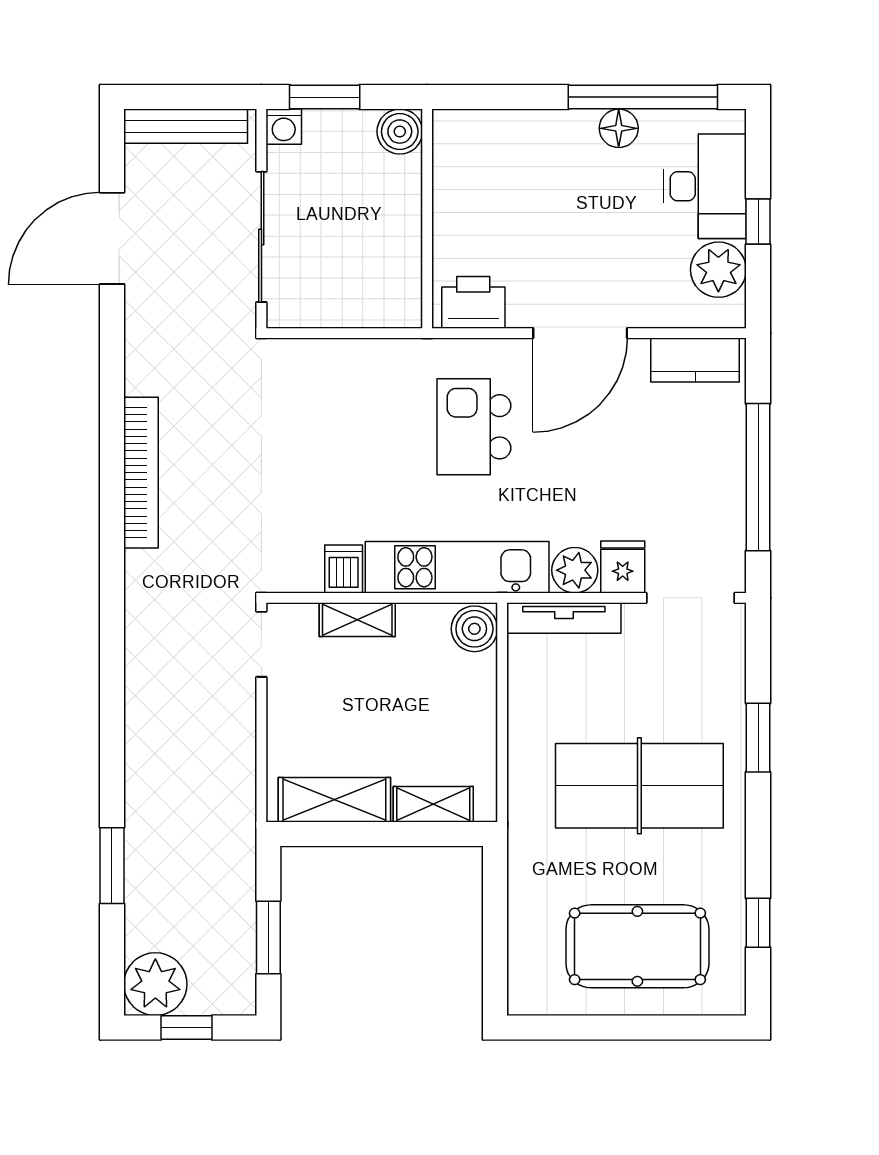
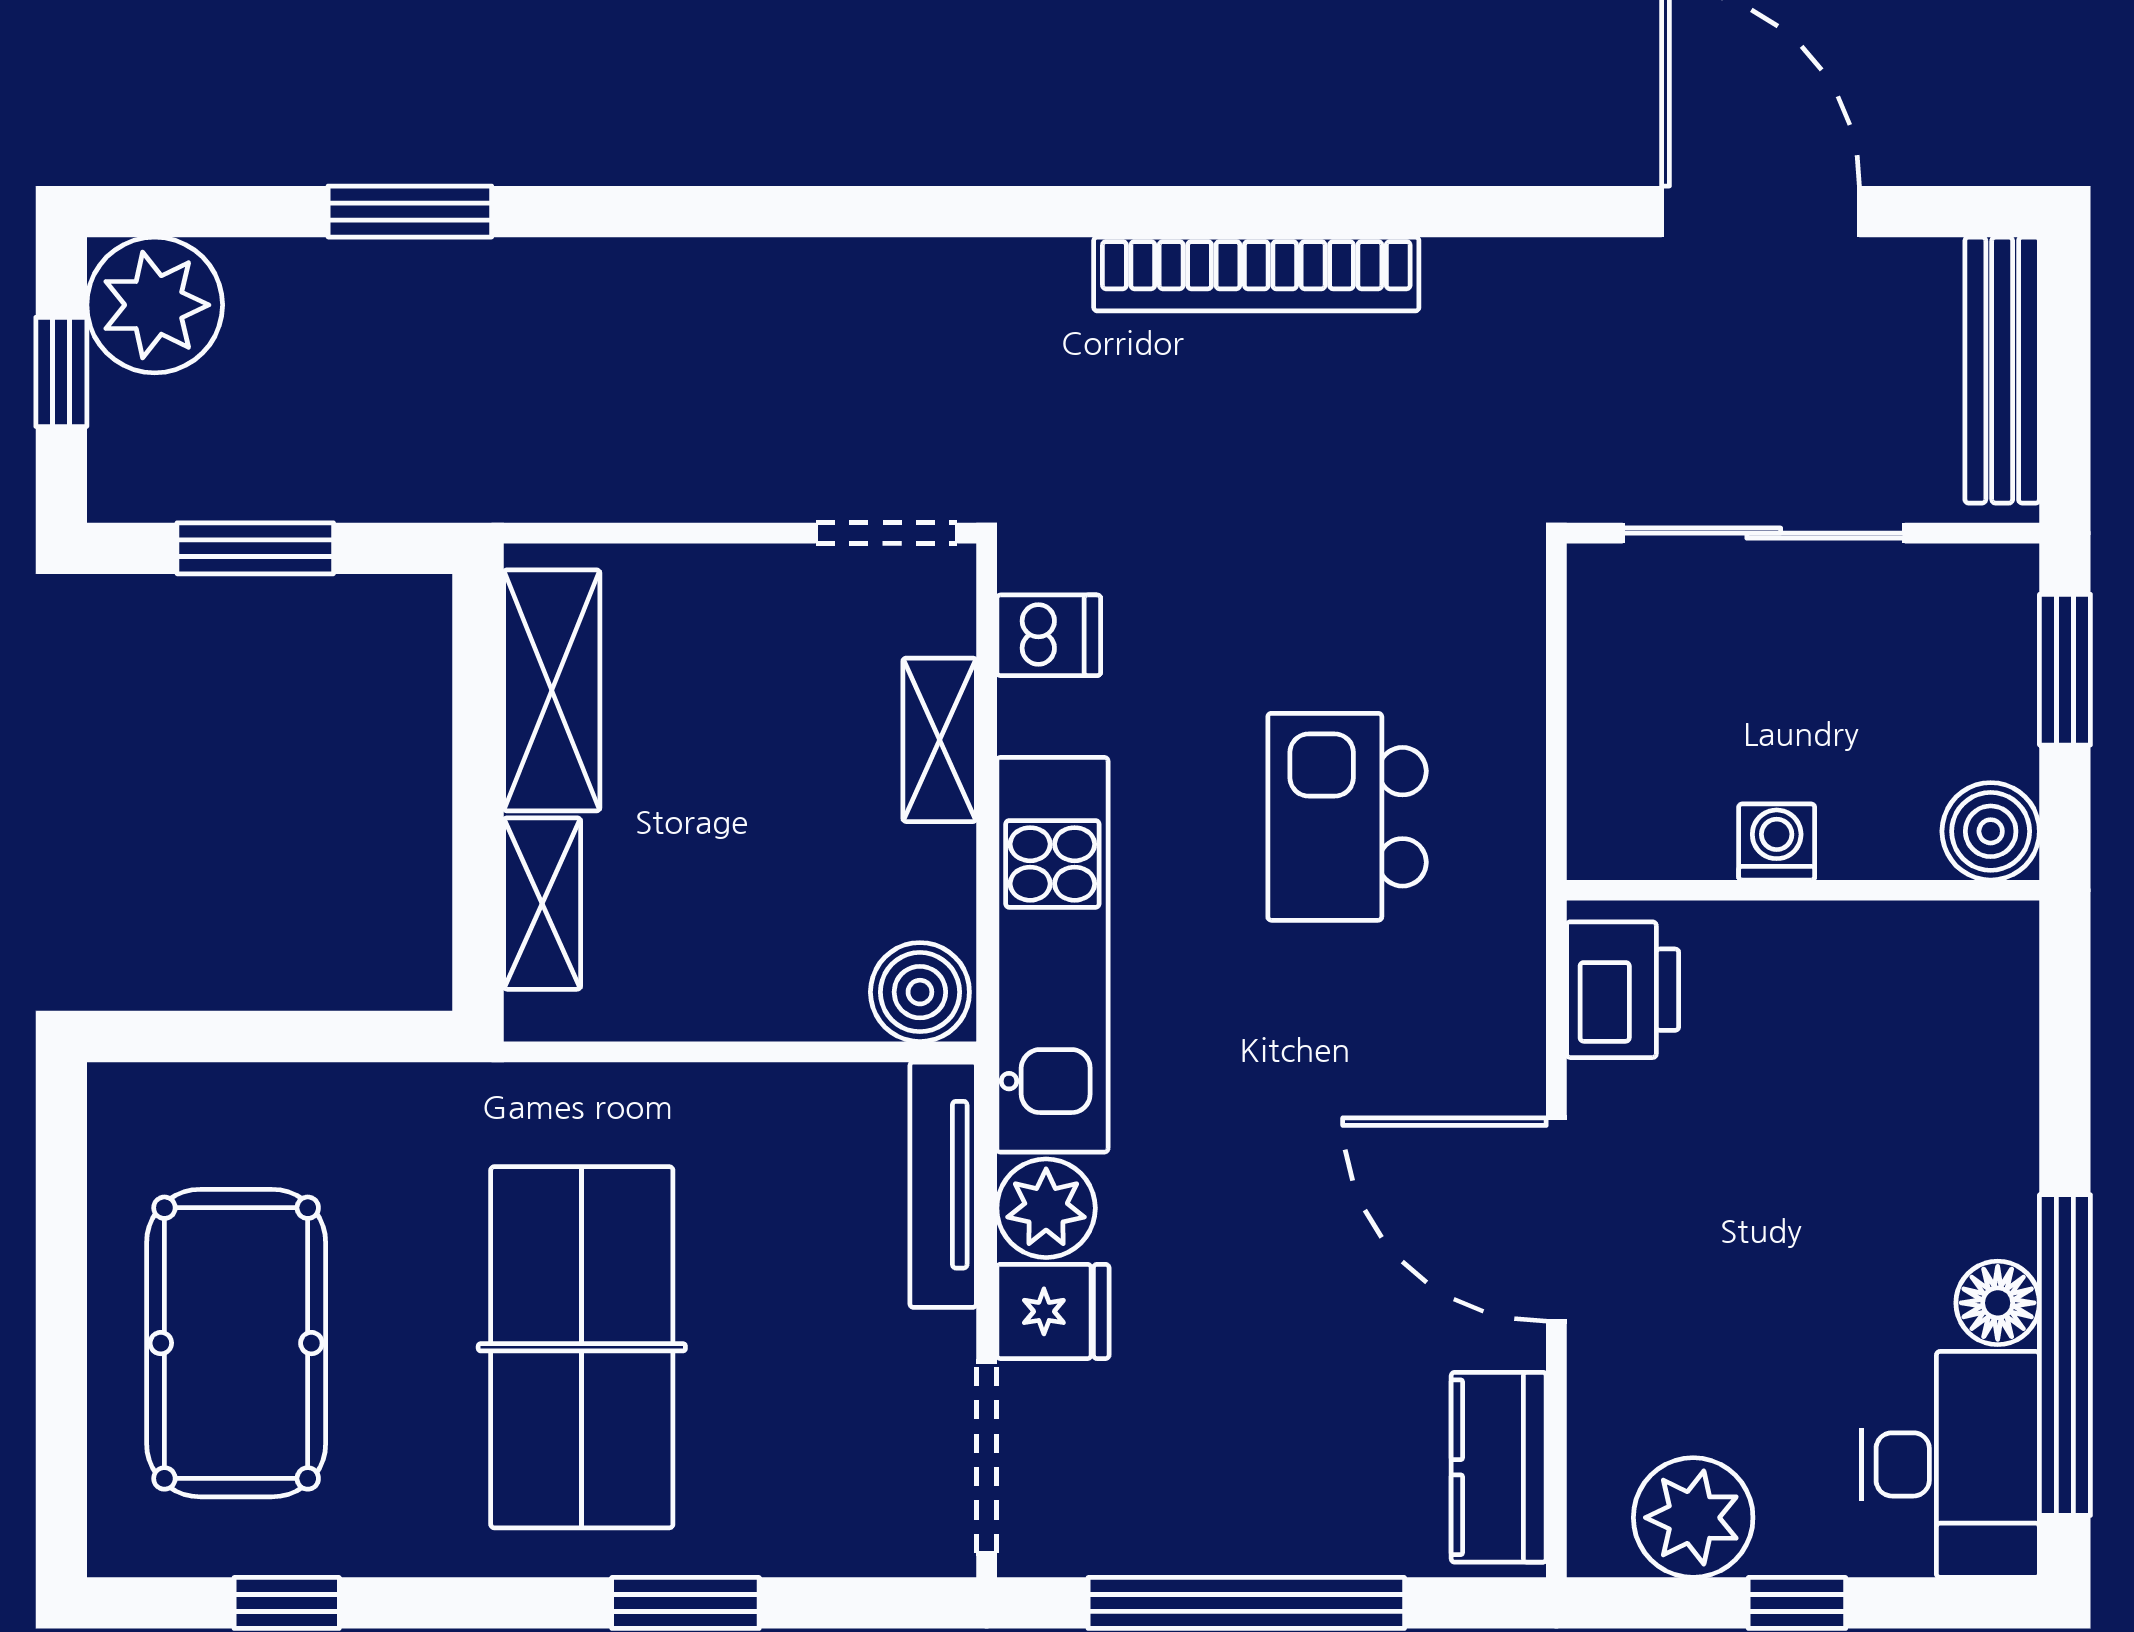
washing machine: (284, 127) -> (1777, 842), moved, turned 90
desk: (705, 186) -> (1951, 1464), moved, turned -90
kitchen island: (474, 427) -> (1347, 817), moved, turned -90
dishwasher: (344, 569) -> (1049, 635), moved

